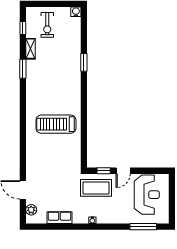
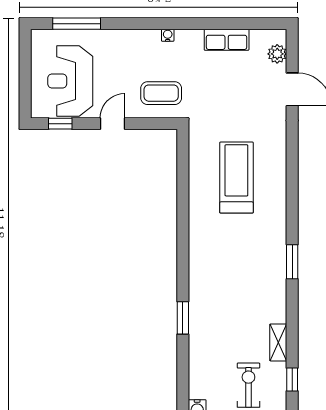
window: (23, 69) -> (292, 262), moved
treadmill: (56, 124) -> (236, 177), moved, turned -90
window: (104, 171) -> (60, 124), moved
coffee table: (96, 188) -> (161, 93), width x0.73, depth x0.76

